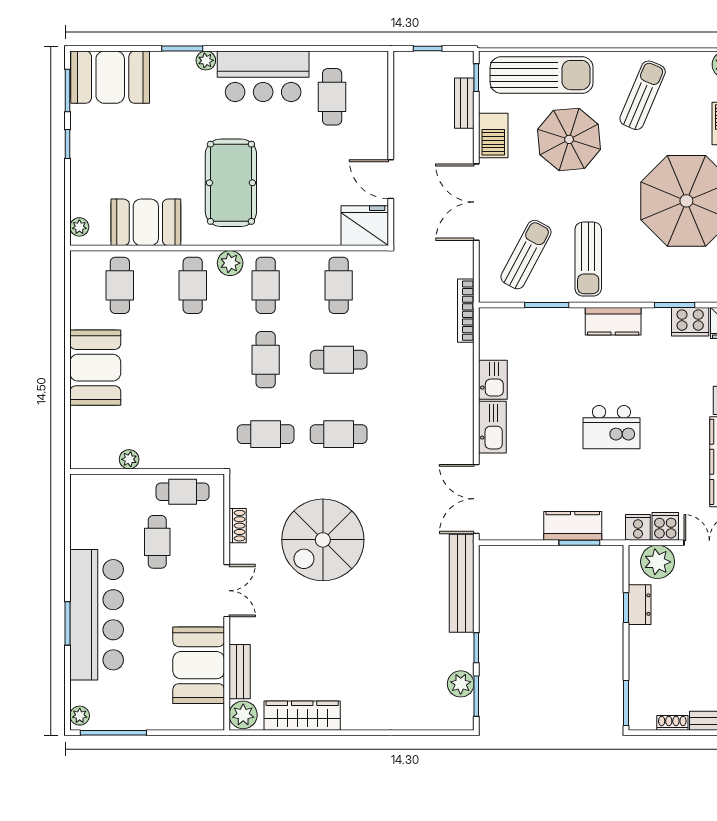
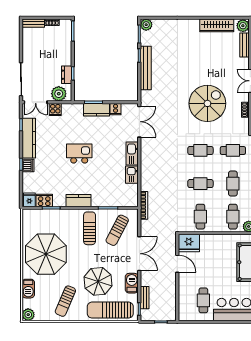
cooker: (638, 527) -> (116, 109), moved
bench: (462, 583) -> (146, 68), moved
plant: (461, 684) -> (146, 25), moved

